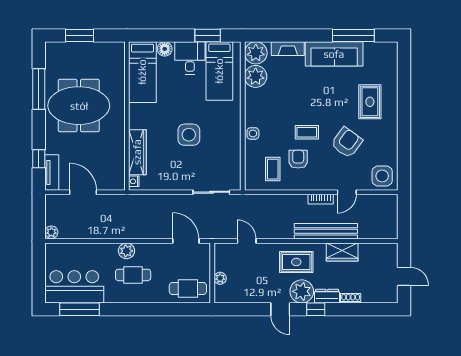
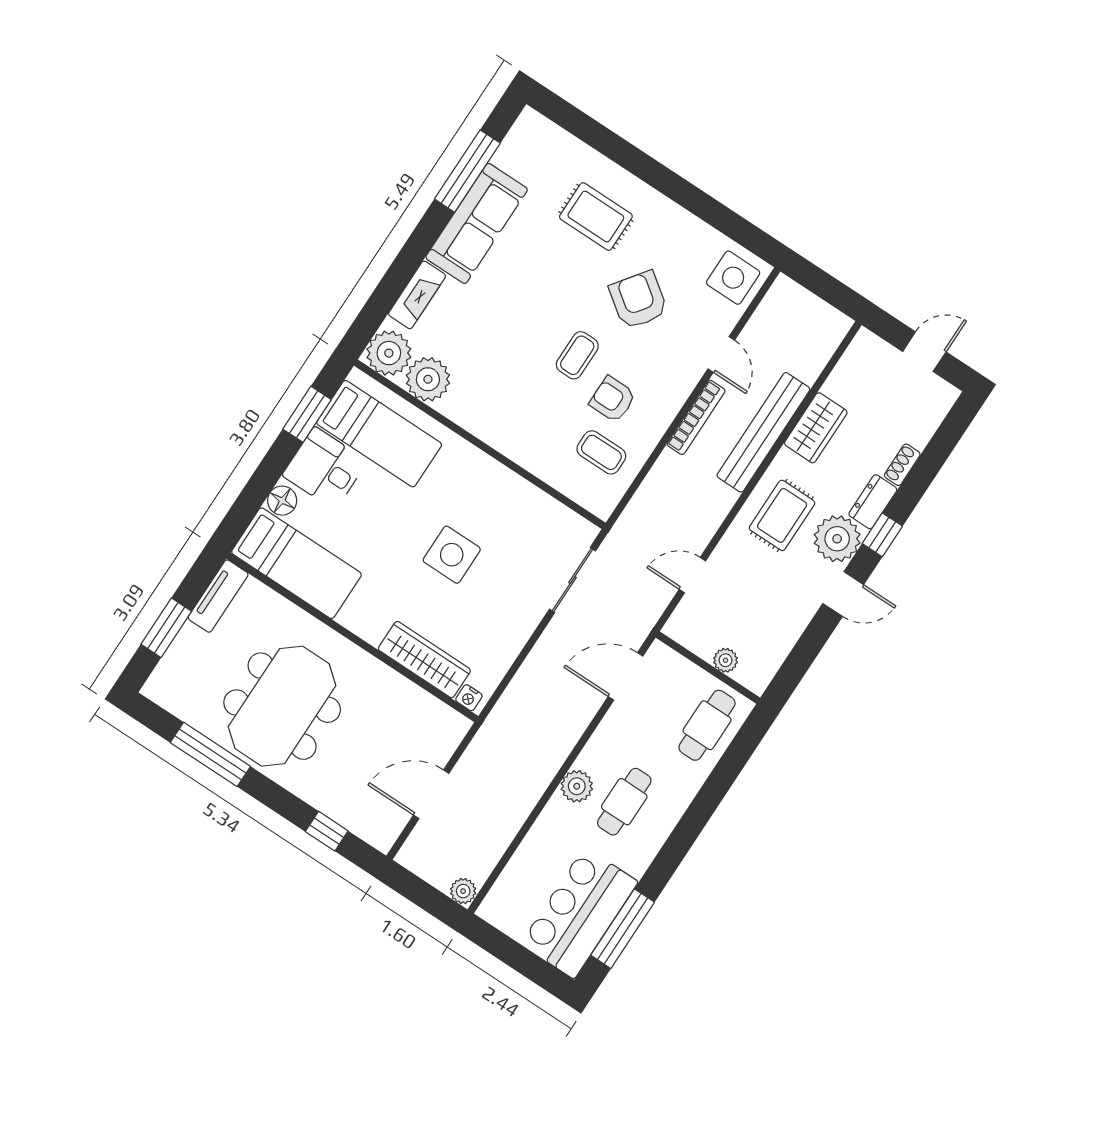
side table: (253, 133) -> (520, 446), removed
tv unit: (52, 172) -> (218, 596), moved, turned 90
bookcase: (321, 199) -> (696, 417), width x1.56

